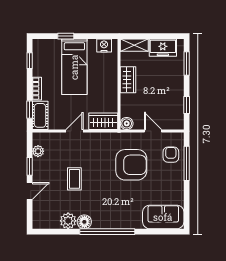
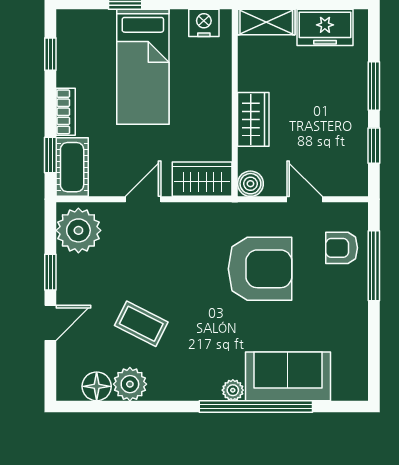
window: (187, 63) -> (374, 86), moved
wardrobe: (128, 80) -> (253, 119), moved
plant: (38, 151) -> (78, 230), width x1.88, depth x1.88
armchair: (171, 155) -> (342, 248), turned -90
coffee table: (74, 179) -> (141, 324), moved, turned -63
sofa: (163, 217) -> (288, 376), moved
floor lamp: (84, 222) -> (97, 386), moved
plant: (118, 224) -> (233, 390), added
window: (107, 232) -> (256, 406), moved

